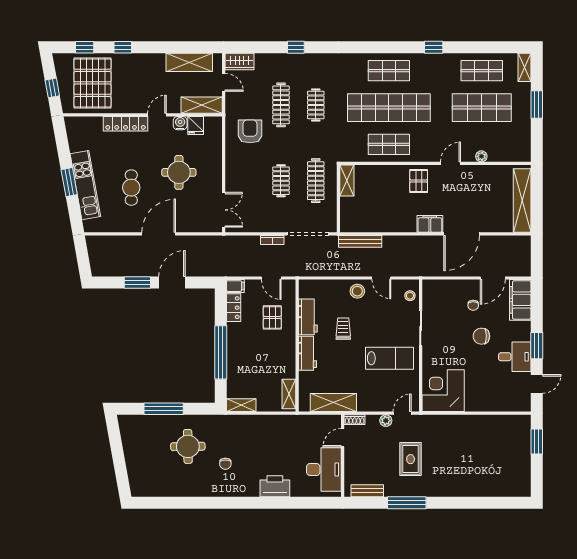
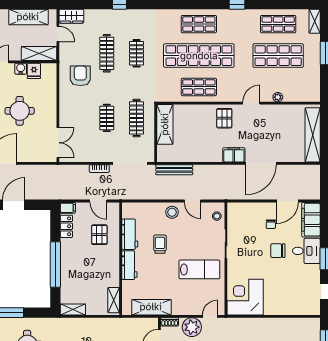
shelving: (347, 180) -> (165, 124), width x1.50, depth x1.33
desk: (515, 357) -> (306, 251), moved
plant: (386, 421) -> (192, 327), width x1.87, depth x1.87

